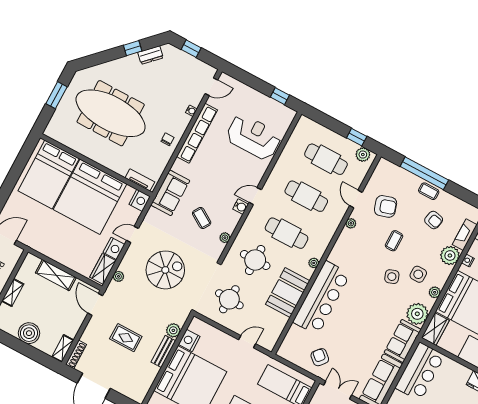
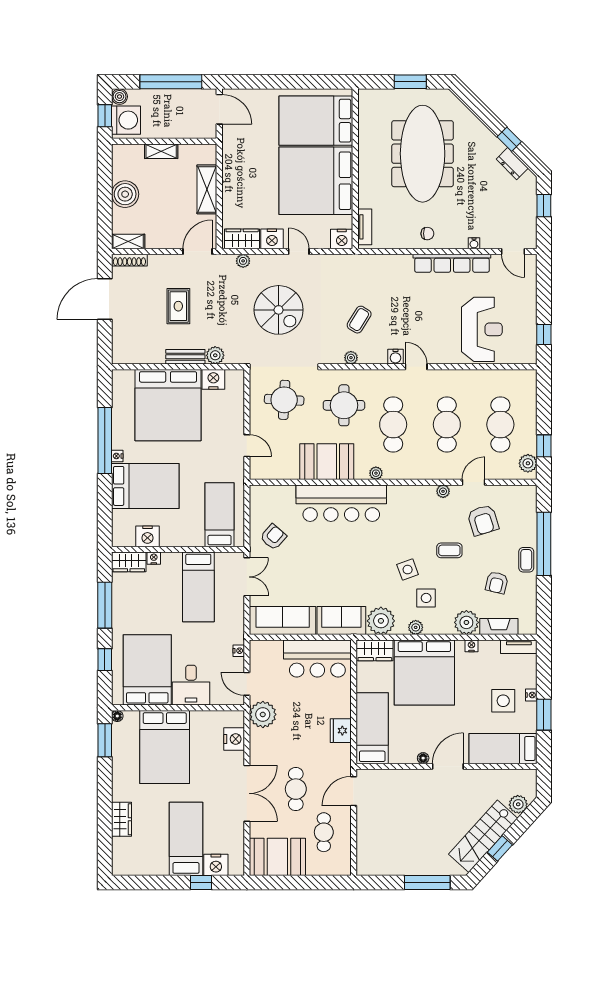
sofa: (170, 193) -> (369, 269), removed

